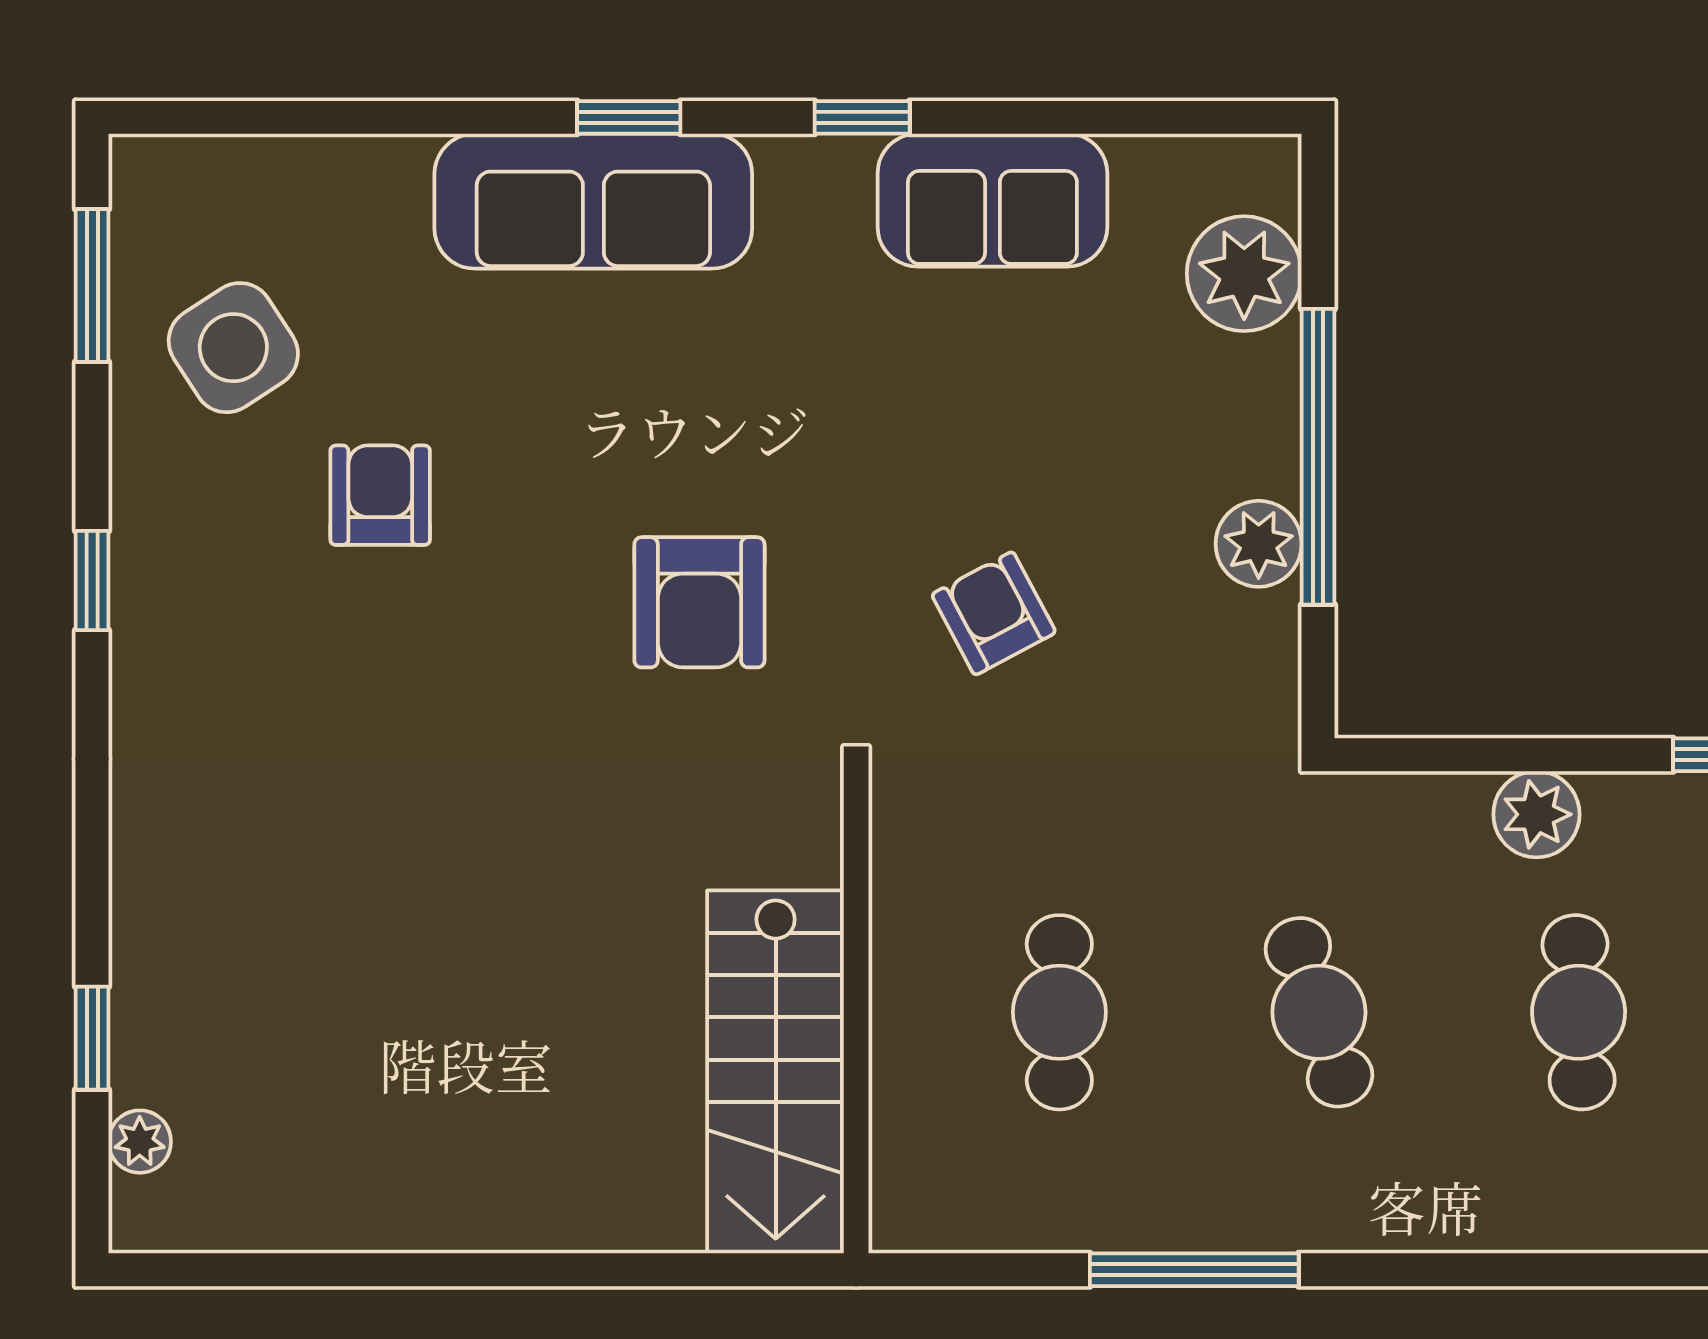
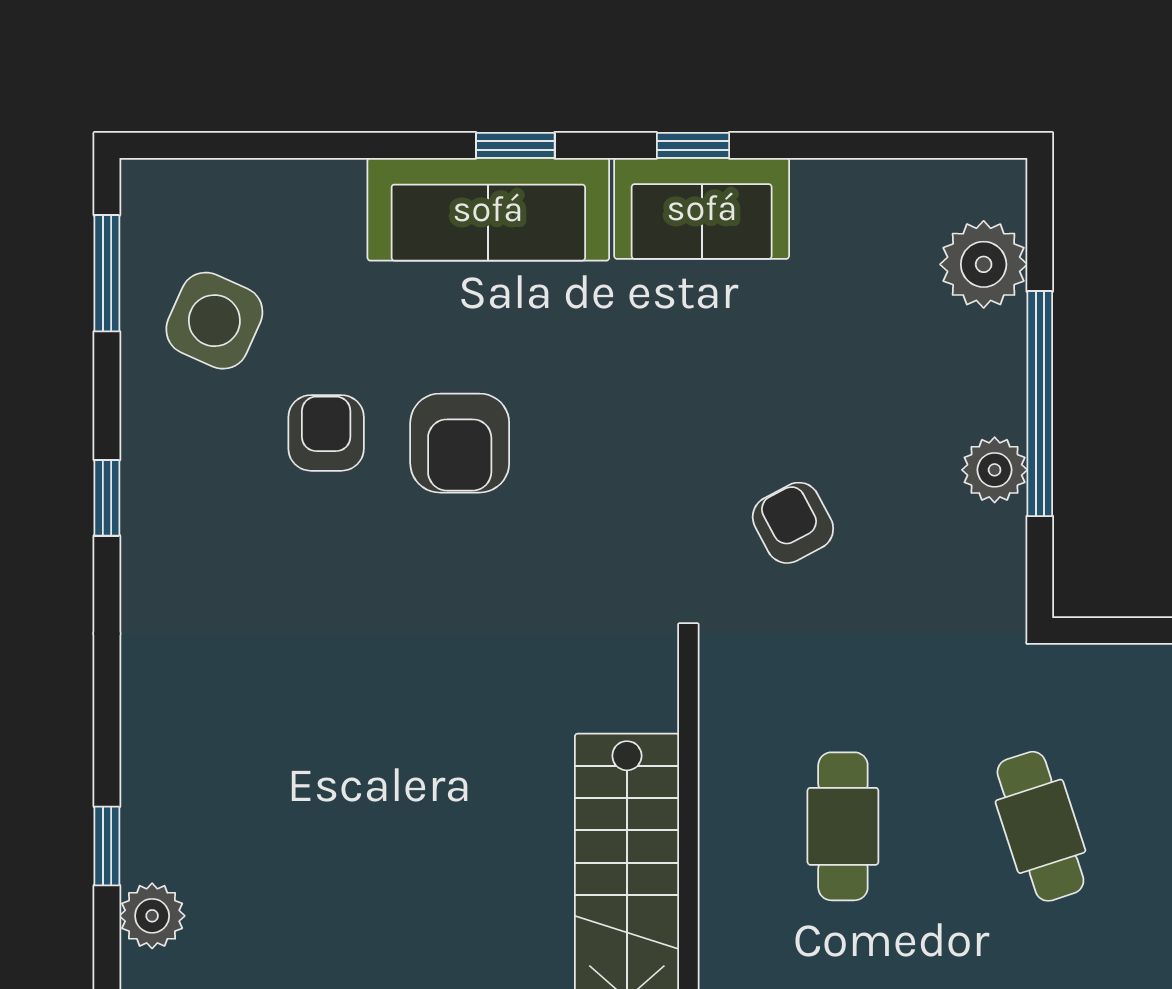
sofa: (992, 200) -> (702, 208), moved
side table: (233, 348) -> (214, 321), turned -33
armchair: (699, 602) -> (460, 443), moved
plant: (140, 1142) -> (152, 916), width x1.38, depth x1.38

